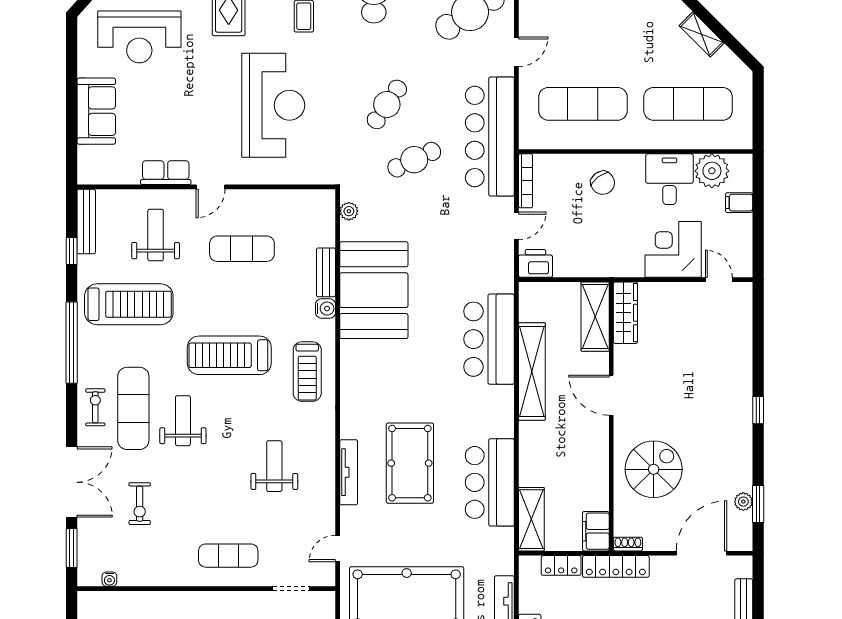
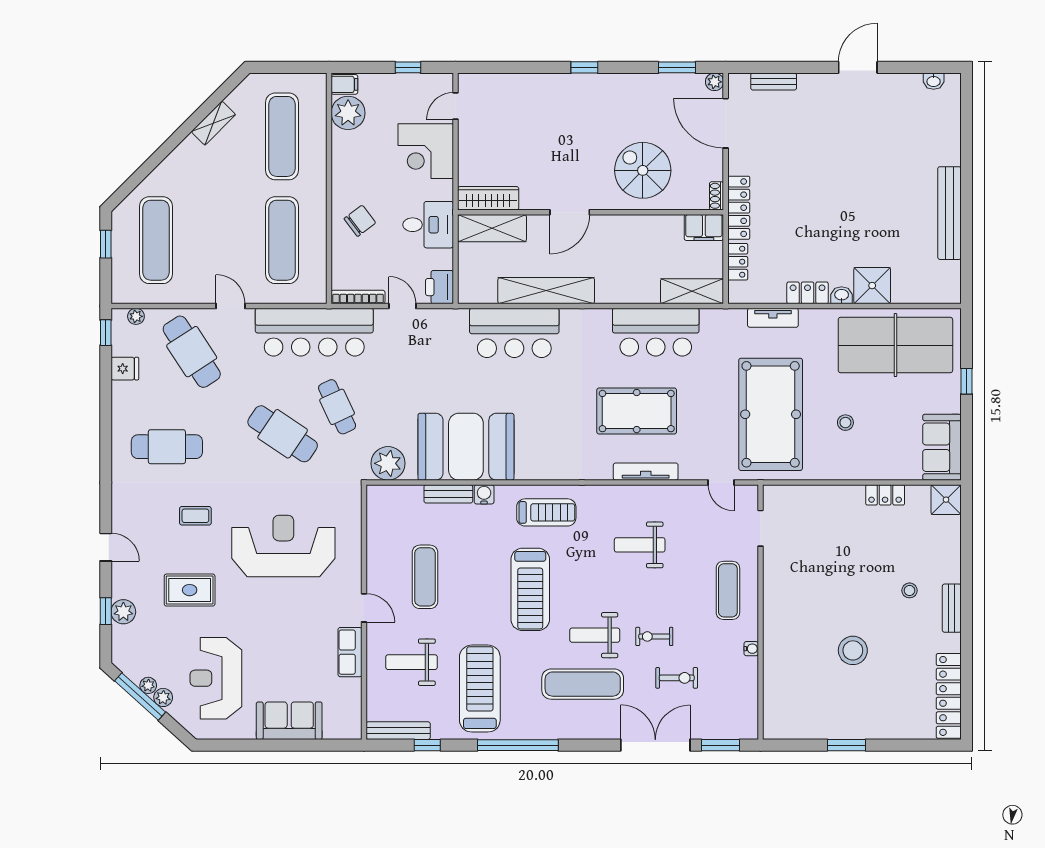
reception desk: (139, 37) -> (216, 678), turned 180
cafe table: (387, 104) -> (283, 434), width x1.37, depth x1.35
desk: (669, 179) -> (428, 225), moved, turned 180
filing cabinet: (739, 203) -> (344, 84), moved, turned -90
plant: (349, 211) -> (388, 463), width x1.88, depth x1.88
window: (758, 231) -> (408, 67), added
exercise bike: (95, 407) -> (654, 636), moved
plant: (743, 502) -> (715, 82), moved
water cooler: (109, 579) -> (751, 649), moved

